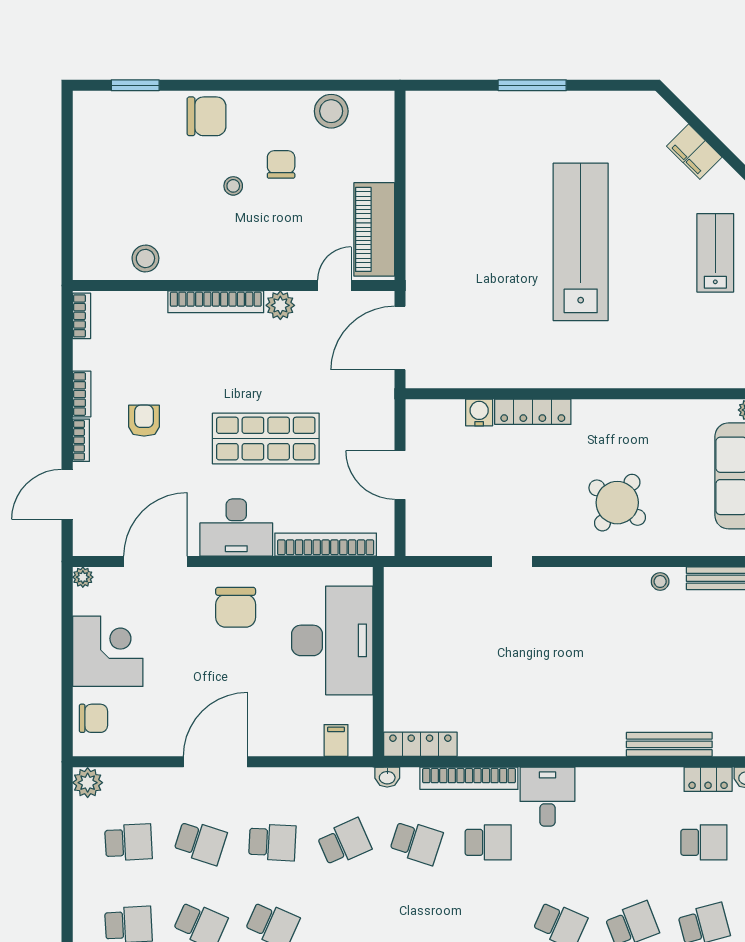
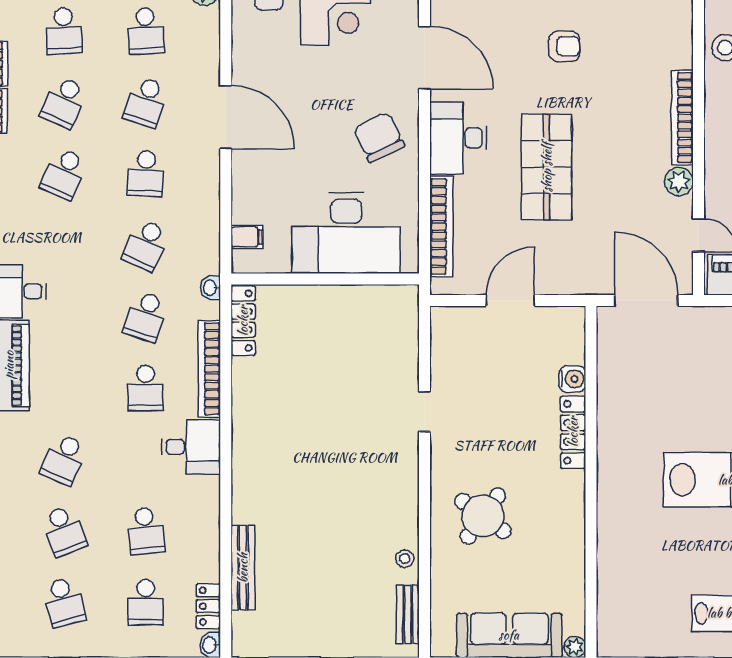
chair: (236, 607) -> (379, 137), turned 64
school desk: (344, 842) -> (146, 245), turned 48
school desk: (632, 842) -> (146, 531), added

